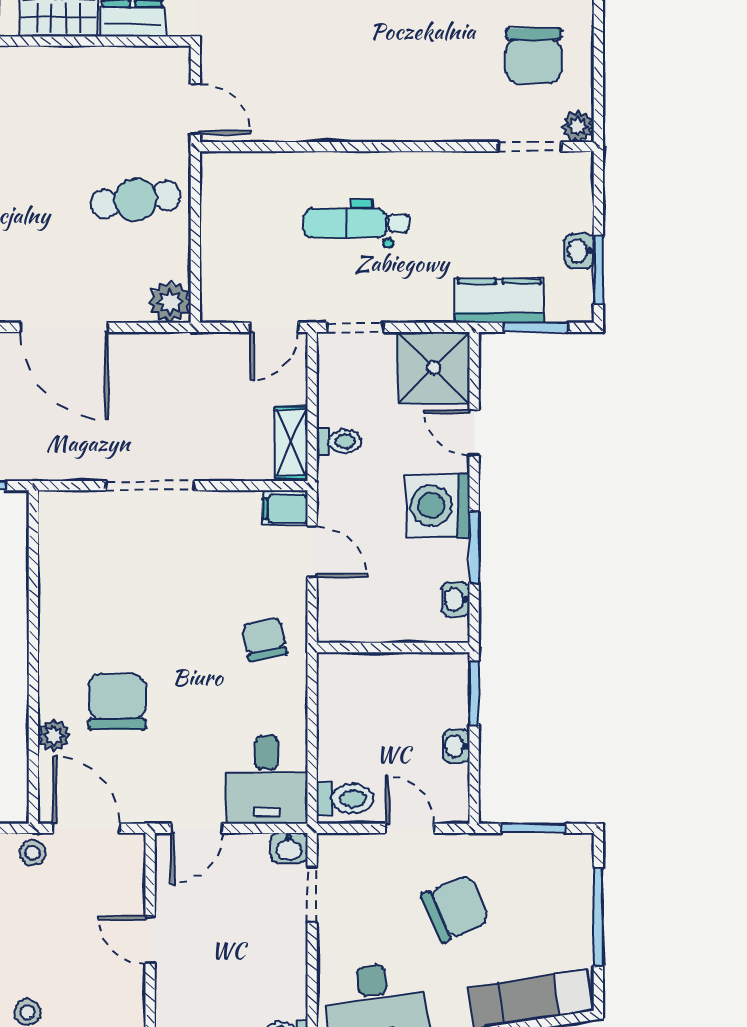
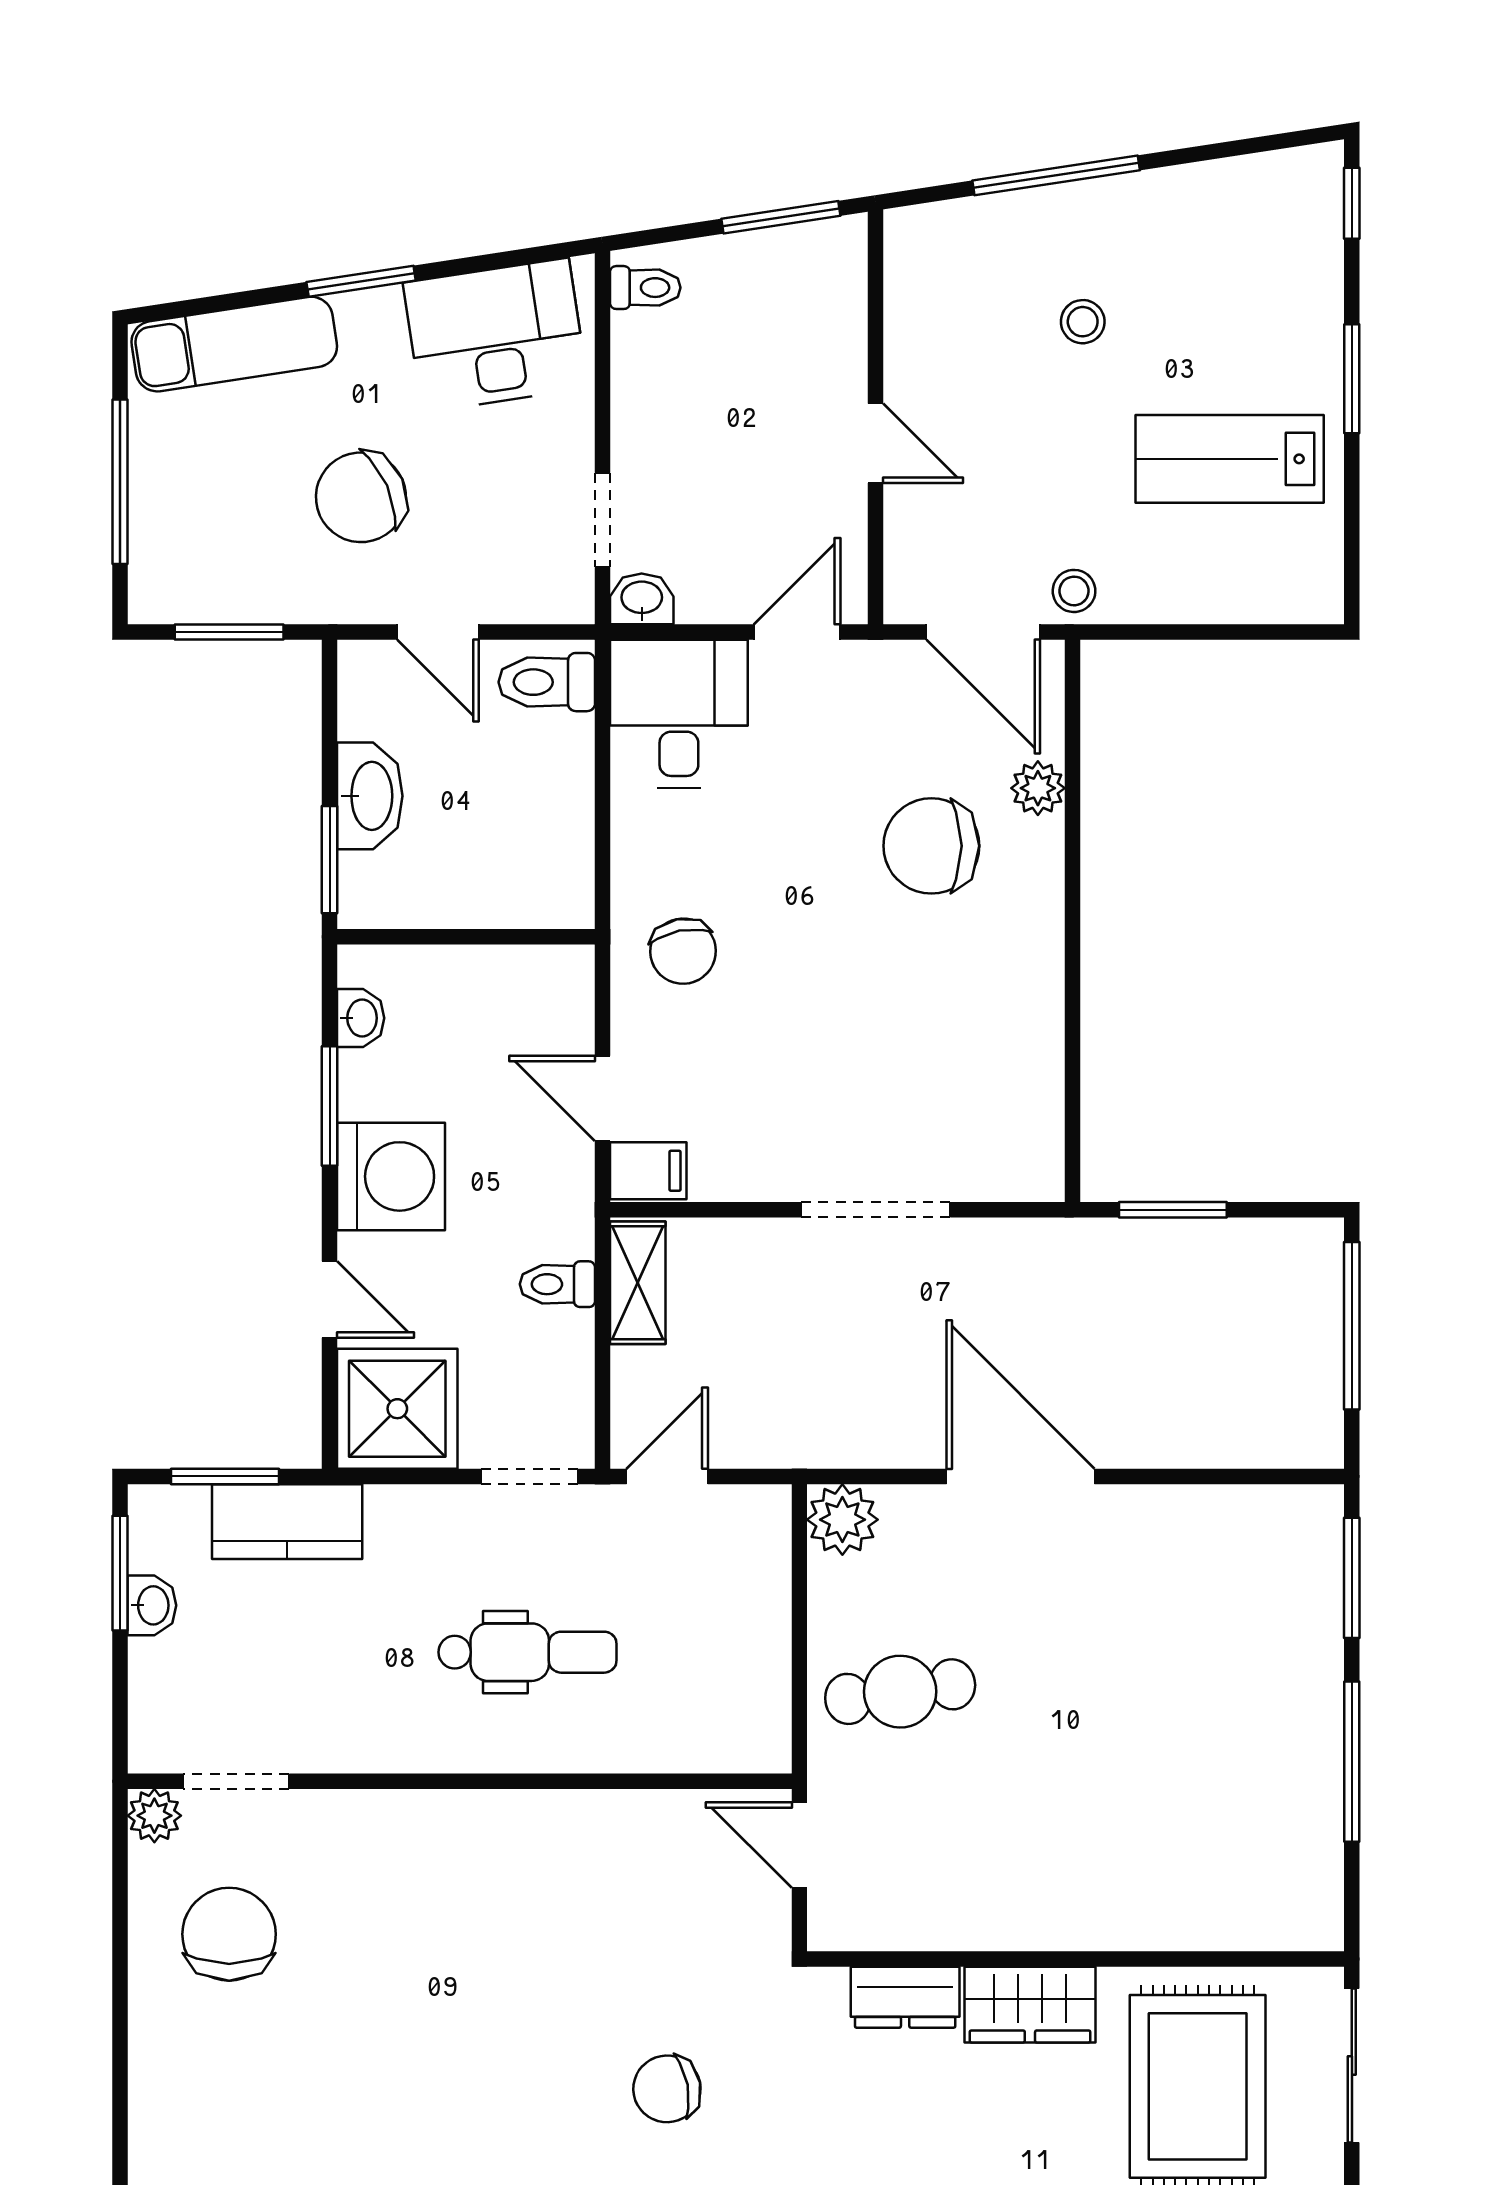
chair: (117, 701) -> (931, 846), turned 90
washbasin: (456, 746) -> (370, 796), width x1.91, depth x1.45

